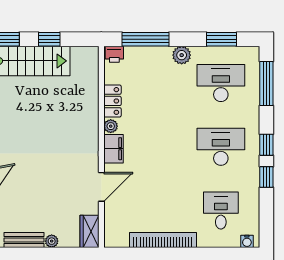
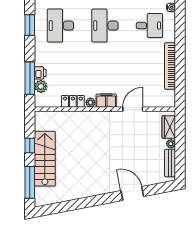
printer: (114, 54) -> (40, 73), moved
plant: (182, 55) -> (41, 86), moved
door: (101, 187) -> (133, 109), hinge flipped
desk: (221, 211) -> (149, 26), turned 180
wardrobe: (89, 231) -> (169, 127), moved, turned 90

